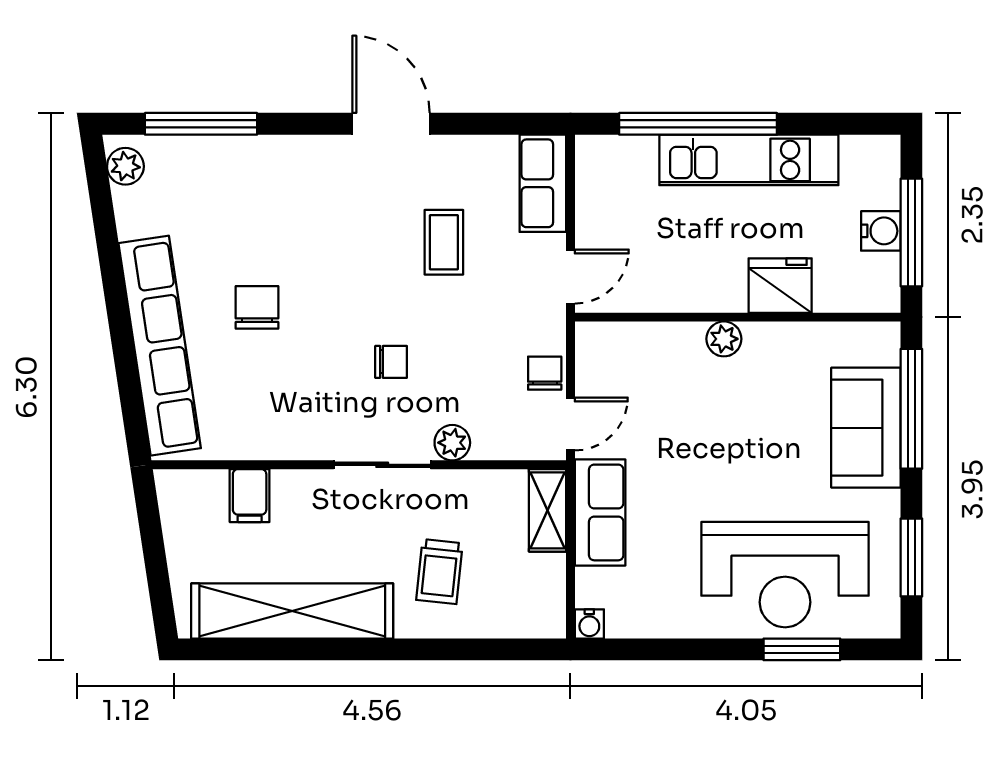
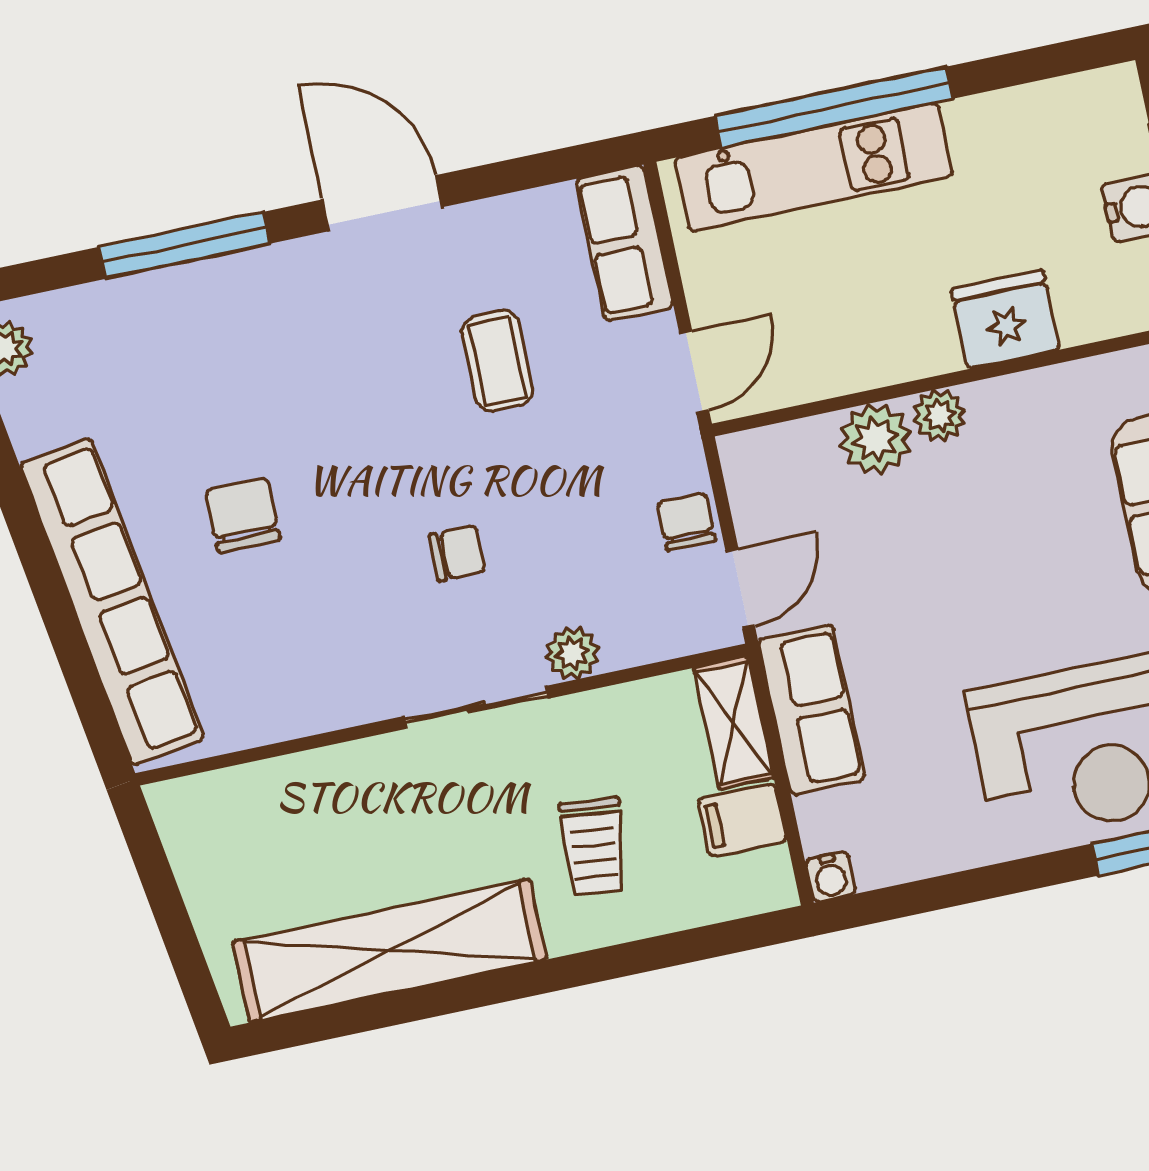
window: (201, 124) -> (184, 245), moved
kitchen unit: (749, 160) -> (814, 167), moved
plant: (679, 345) -> (875, 439), added
filing cabinet: (250, 496) -> (742, 820), moved, turned 90

